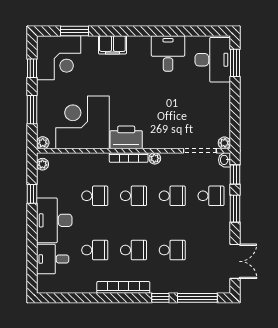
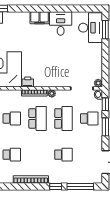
filing cabinet: (112, 45) -> (39, 18), moved
printer: (126, 137) -> (28, 82), width x0.53, depth x0.68
school desk: (133, 196) -> (38, 118), width x1.85
school desk: (172, 196) -> (63, 118), width x1.85
school desk: (133, 250) -> (38, 155), removed

